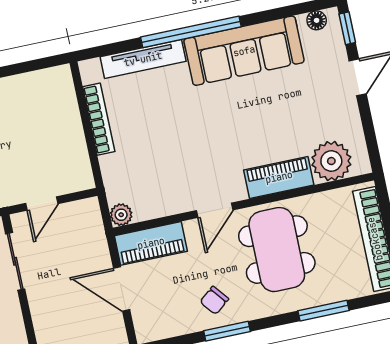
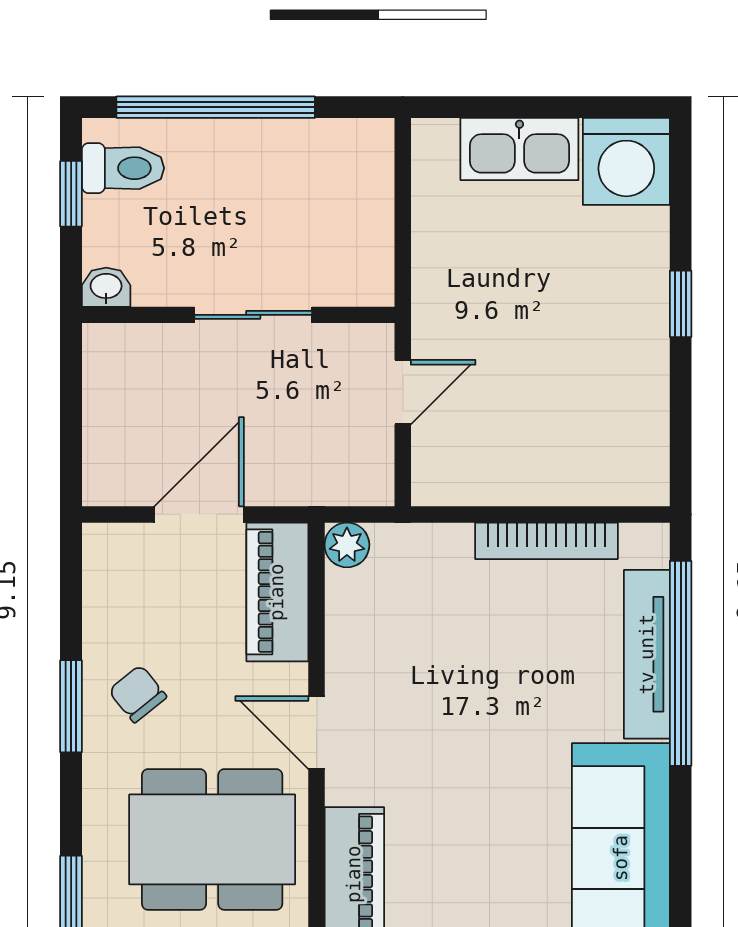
window: (191, 32) -> (681, 663), moved
door: (42, 203) -> (403, 392), swing flipped
sliding door: (15, 261) -> (253, 315), moved

